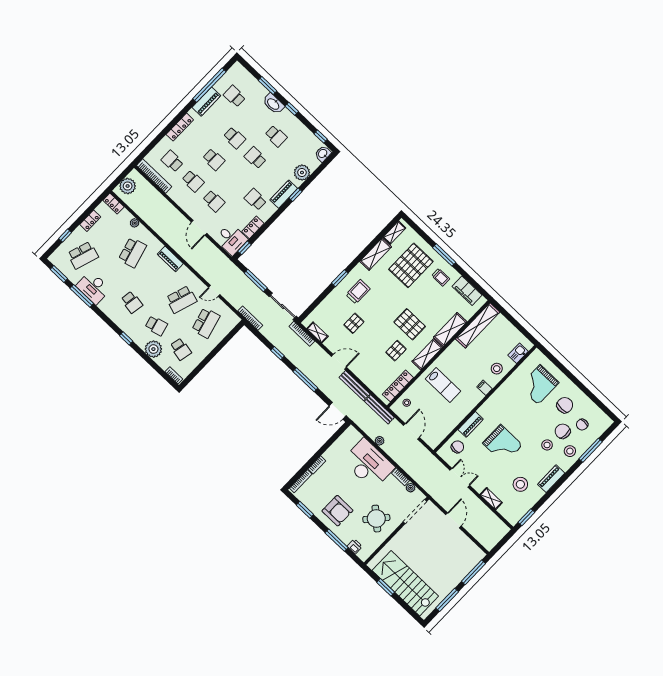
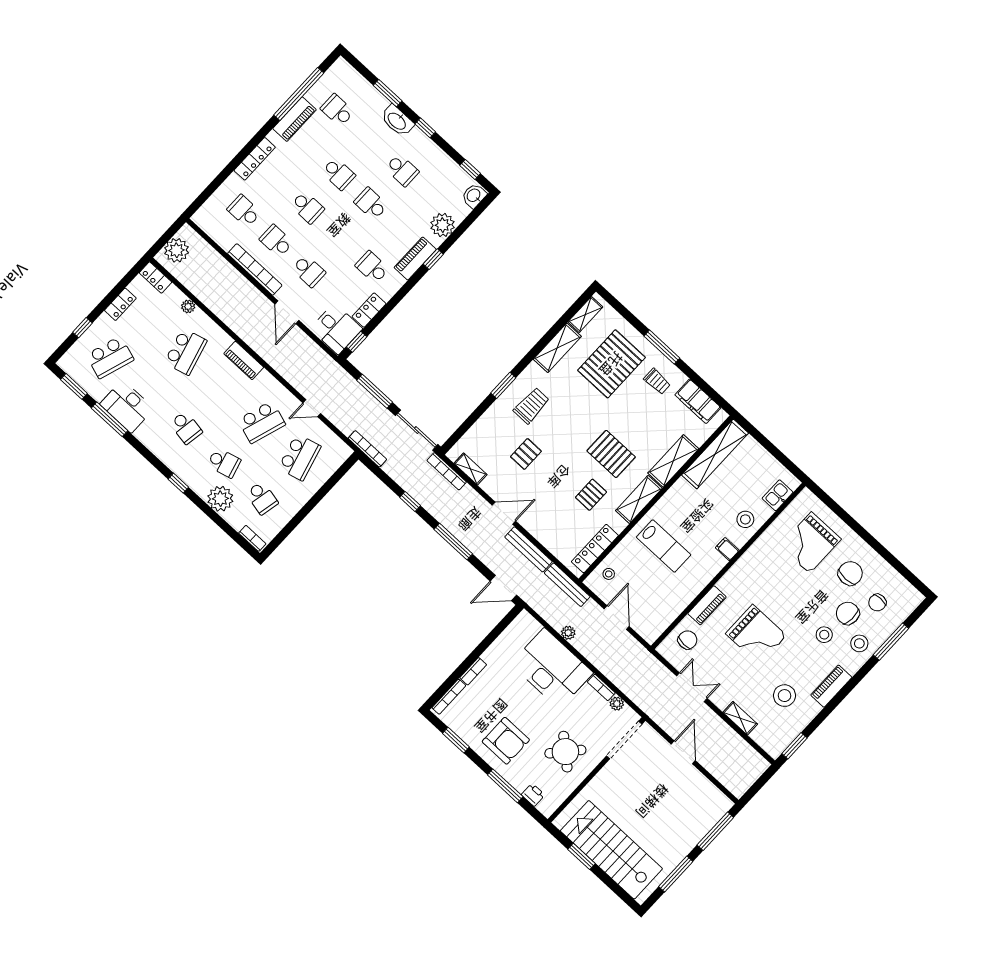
bookcase: (154, 176) -> (255, 269), moved
school desk: (193, 181) -> (276, 241), turned 180

